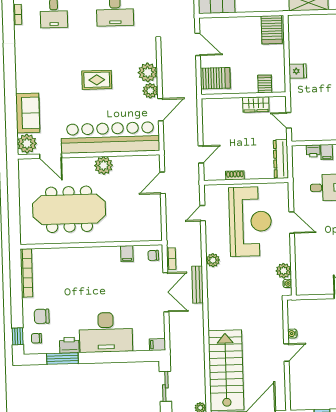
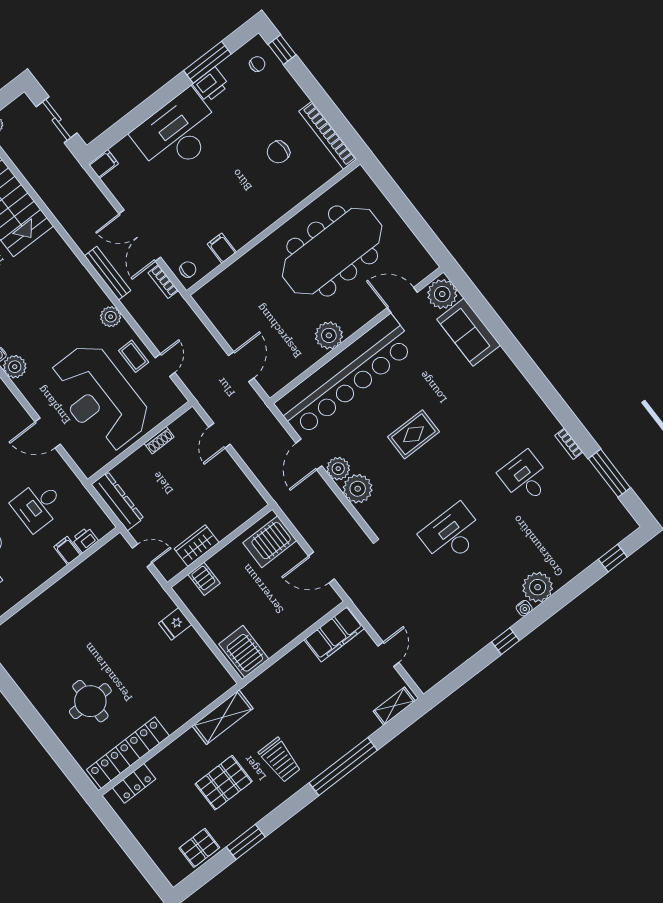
coffee table: (216, 230) -> (134, 356), added
chair: (42, 316) -> (278, 152), moved, turned 180

